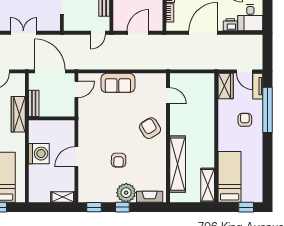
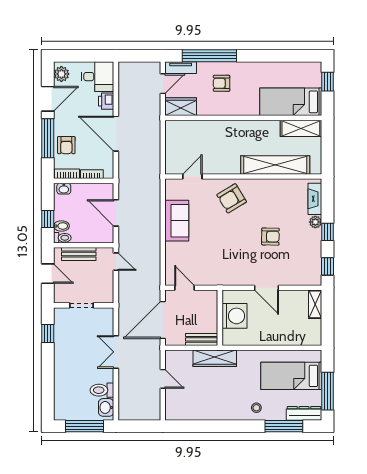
sofa: (118, 83) -> (177, 221), moved
washing machine: (39, 154) -> (235, 316), moved, turned 90
plant: (126, 193) -> (315, 222), width x0.53, depth x0.53

